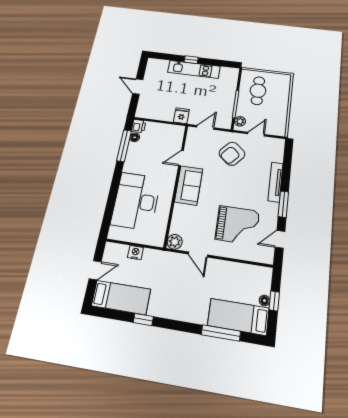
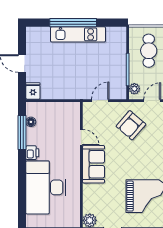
window: (191, 60) -> (73, 23), width x3.17
fridge: (181, 116) -> (33, 91), moved
printer: (139, 126) -> (32, 153), moved
door: (181, 158) -> (81, 137), swing flipped

